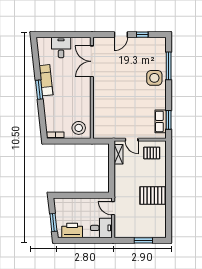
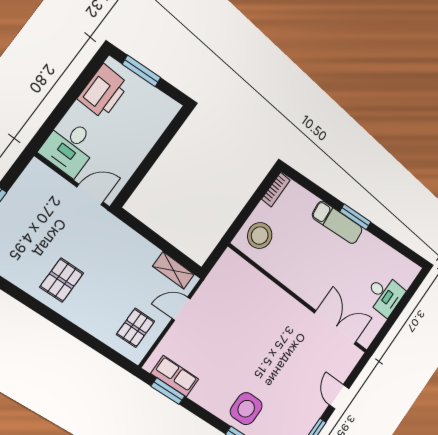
exam couch: (46, 80) -> (337, 223), moved
pallet: (153, 196) -> (62, 280), width x0.67, depth x0.71

